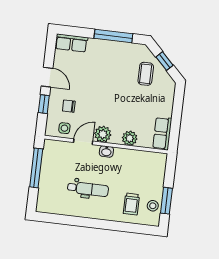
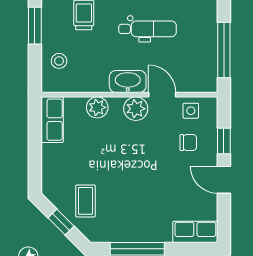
door: (83, 142) -> (162, 95), swing flipped
washbasin: (106, 151) -> (128, 81), width x1.91, depth x1.45
dental chair: (88, 189) -> (147, 29), turned 180
stool: (153, 206) -> (59, 61), moved

